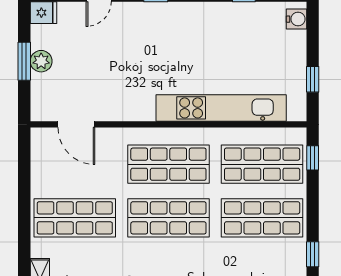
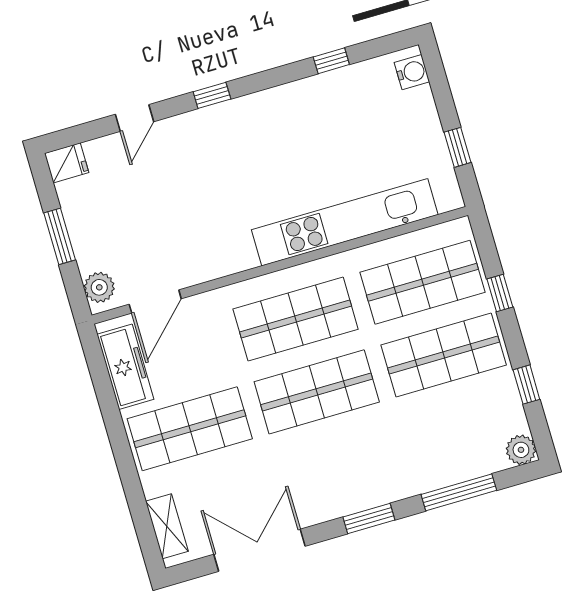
plant: (41, 61) -> (99, 287), moved
door: (76, 124) -> (155, 302), hinge flipped
window: (313, 158) -> (500, 293), moved
freezer: (43, 163) -> (125, 367), added

